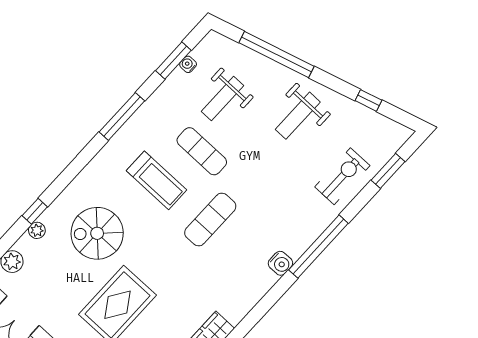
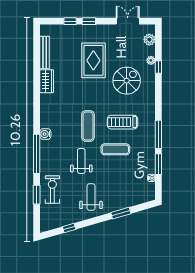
window: (276, 54) -> (121, 213), width x0.47
window: (173, 61) -> (158, 164), moved
weight bench: (223, 99) -> (81, 161), moved
window: (388, 171) -> (37, 195), moved
exercise bike: (342, 176) -> (52, 189), turned 180

